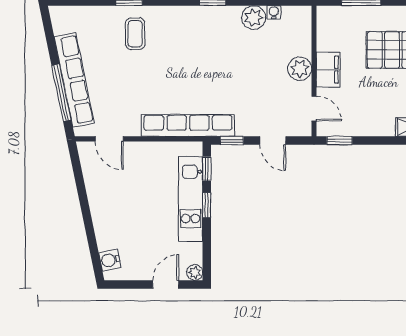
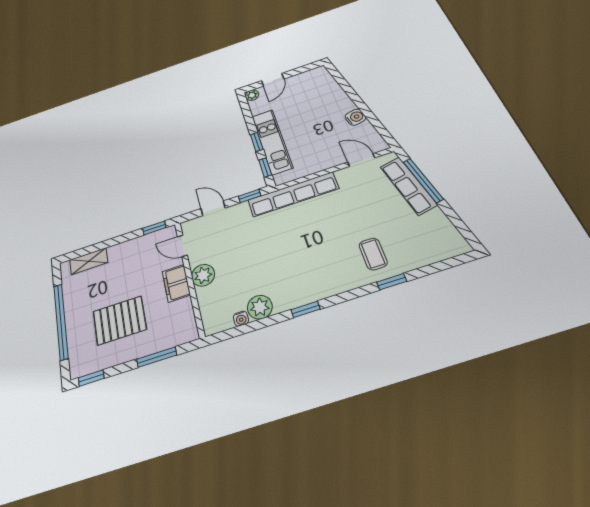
row of seats: (74, 80) -> (408, 186), width x0.73
water cooler: (110, 260) -> (355, 117), moved

